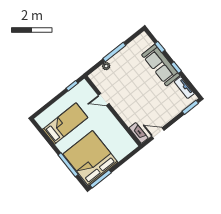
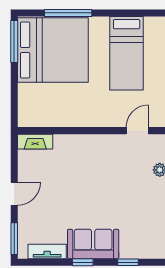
sofa: (161, 65) -> (93, 244), width x0.73
door: (104, 99) -> (137, 131), moved
door: (158, 133) -> (14, 194), moved

